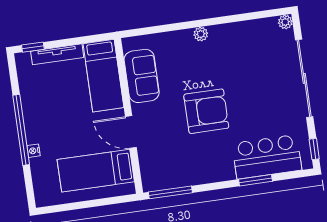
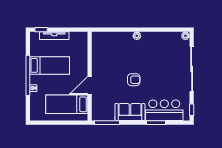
bed: (103, 76) -> (50, 65), moved, turned -90
sofa: (142, 76) -> (130, 112), moved, turned -90
armchair: (206, 111) -> (134, 80), width x0.53, depth x0.53
door: (131, 132) -> (90, 85), hinge flipped

